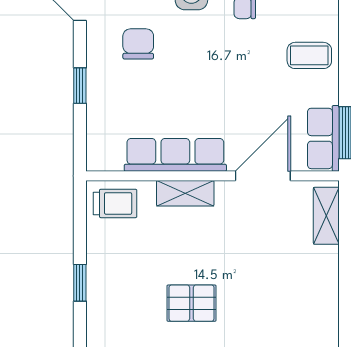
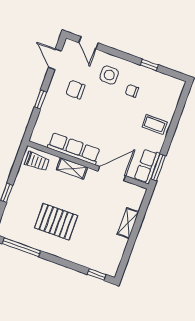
chair: (138, 44) -> (75, 90), turned -90
shelving: (326, 216) -> (128, 223), moved
pallet: (192, 303) -> (56, 222), width x1.50, depth x1.42

